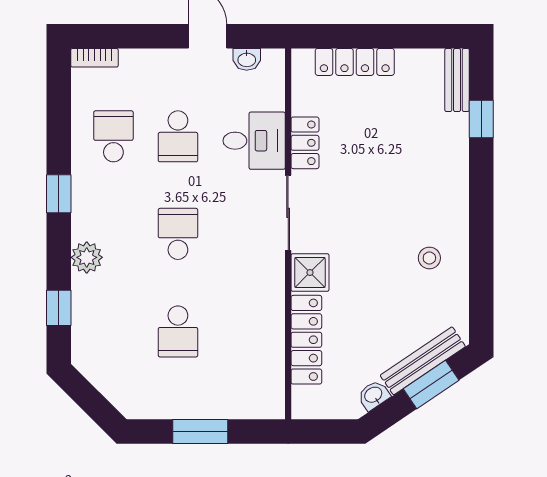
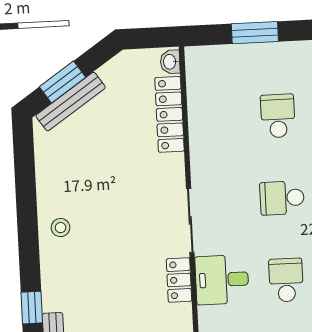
school desk: (178, 234) -> (282, 198), turned 90
stool: (429, 258) -> (61, 228), moved
shower: (310, 272) -> (169, 171), removed
washbasin: (374, 395) -> (170, 62), moved, turned 124

